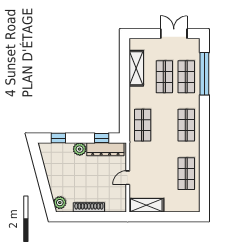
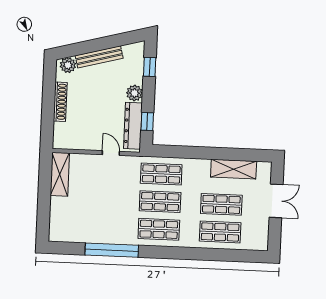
double door: (174, 34) -> (276, 201), moved
window: (204, 74) -> (112, 250), moved
shop shelf: (186, 174) -> (160, 202), moved
bench: (52, 178) -> (99, 57), added
door: (128, 178) -> (111, 153), moved

